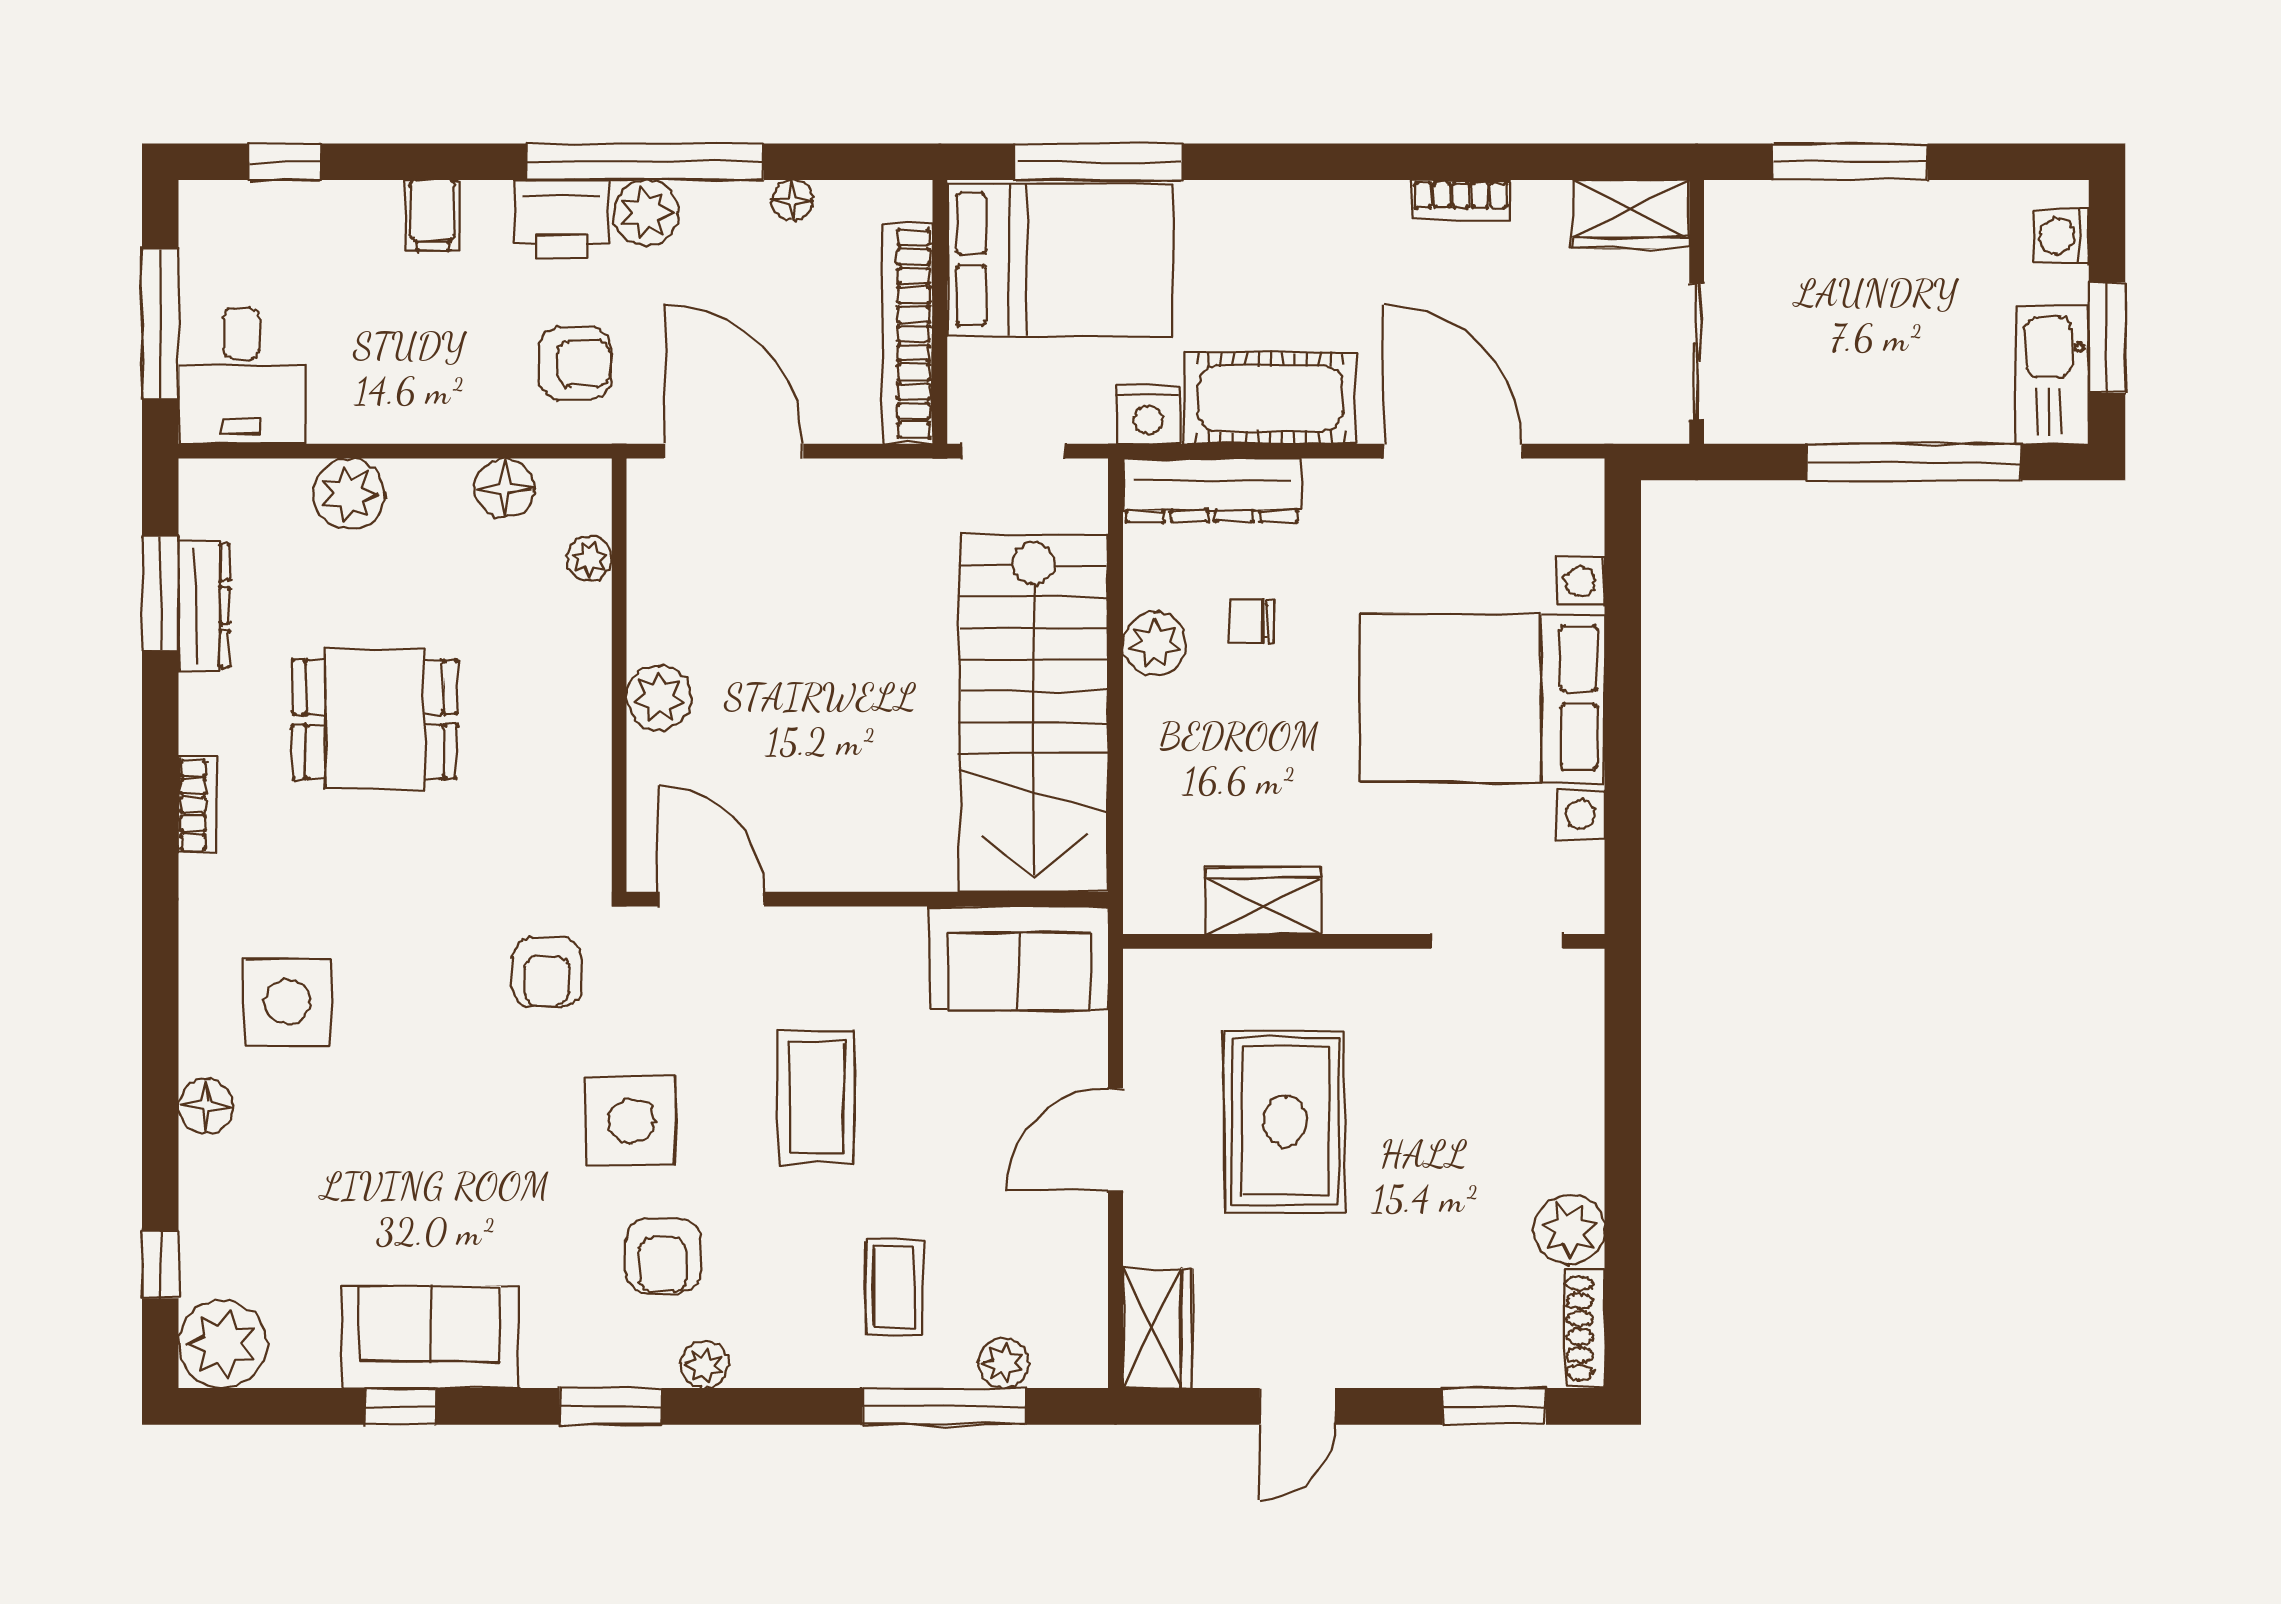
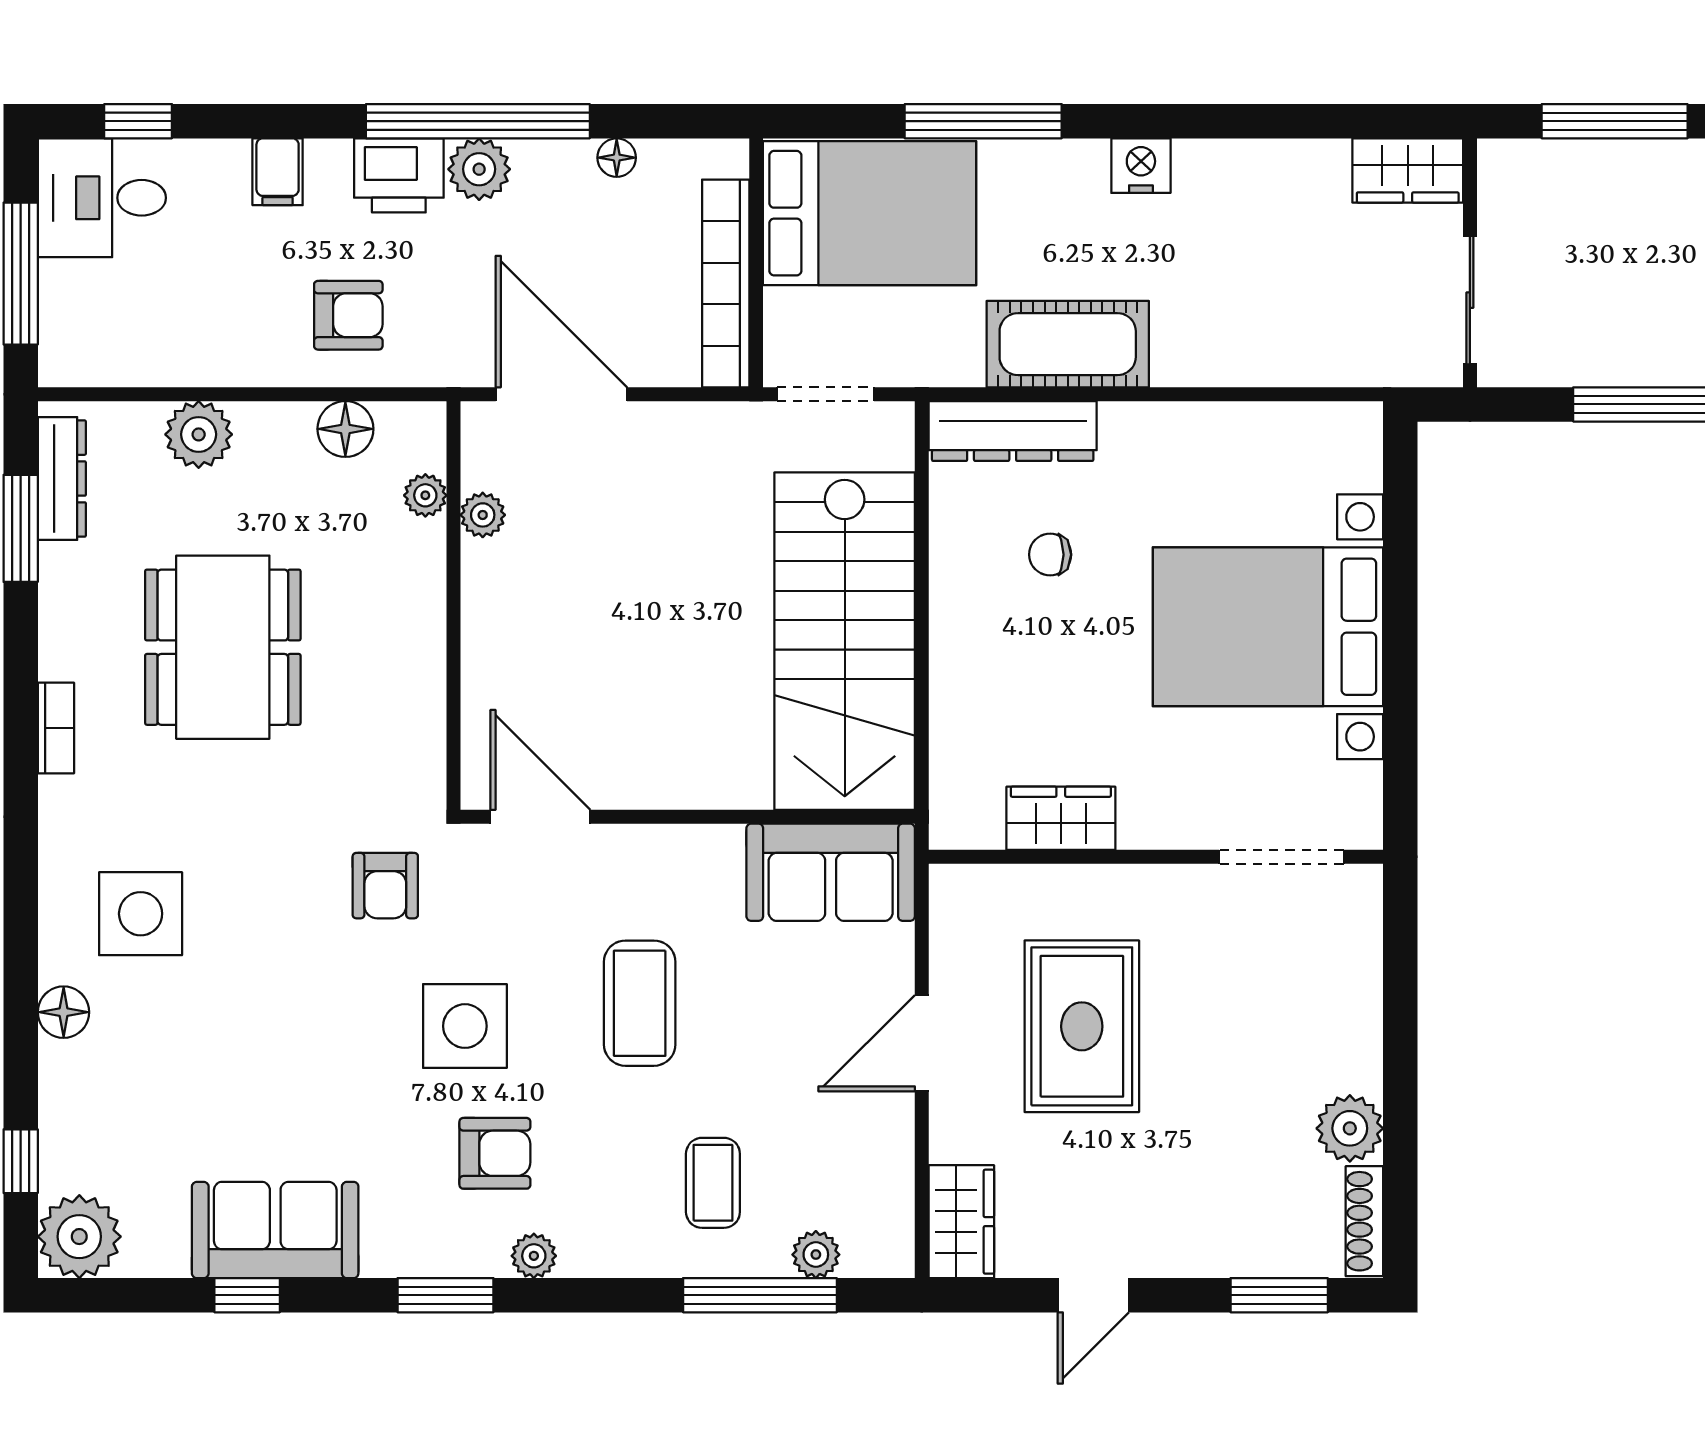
window: (1099, 162) -> (983, 121), moved
bookcase: (1461, 200) -> (1247, 157), removed
armchair: (575, 364) -> (348, 315), moved
desk: (241, 376) -> (102, 198), moved, turned 90
nightstand: (1148, 415) -> (1141, 166), moved, turned 180
door: (1453, 451) -> (1240, 394), removed
dresser: (204, 606) -> (62, 479), moved
plant: (1154, 644) -> (958, 576), removed
plant: (659, 698) -> (483, 515), moved, width x0.73, depth x0.73
dining table: (375, 719) -> (223, 647), width x1.38
armchair: (663, 1256) -> (495, 1153), turned -90

